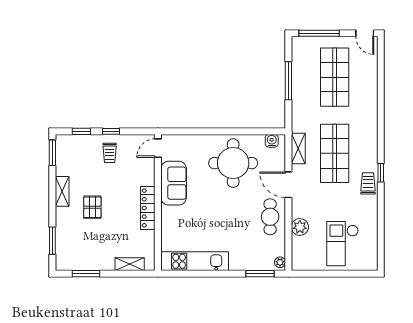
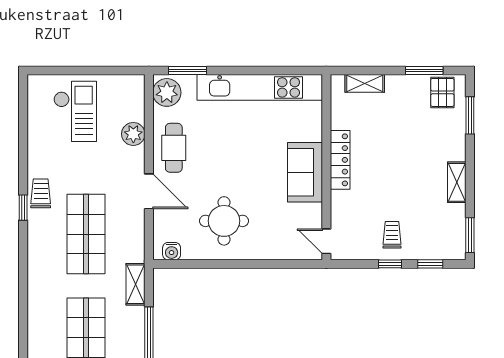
door: (158, 148) -> (326, 241), swing flipped
shelving: (298, 149) -> (135, 284), moved
round table: (233, 163) -> (224, 221), width x0.73, depth x0.73
sofa: (174, 183) -> (305, 172), moved
trolley: (368, 183) -> (41, 193), turned 180
pallet: (92, 207) -> (442, 92), moved
kitchen unit: (195, 261) -> (260, 87), width x1.36
plant: (280, 262) -> (167, 92), width x1.87, depth x1.87

